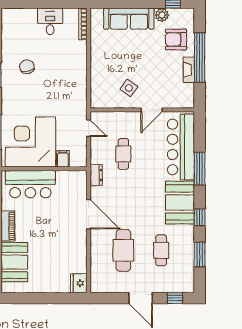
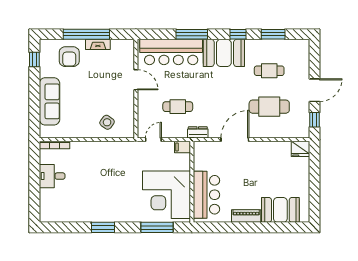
plant: (162, 15) -> (46, 70), removed
chair: (27, 67) -> (95, 198), removed
side table: (129, 88) -> (107, 122), moved
filing cabinet: (63, 159) -> (182, 147), moved
window: (175, 298) -> (314, 120), moved

